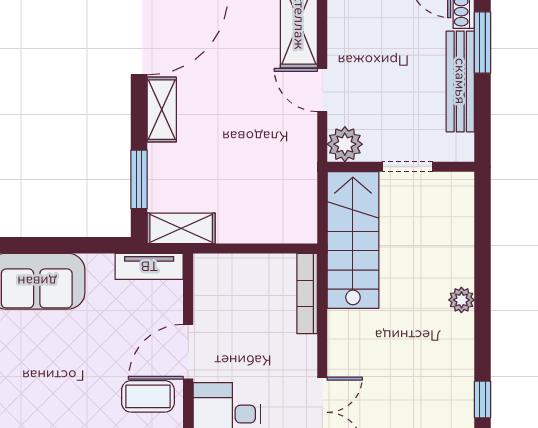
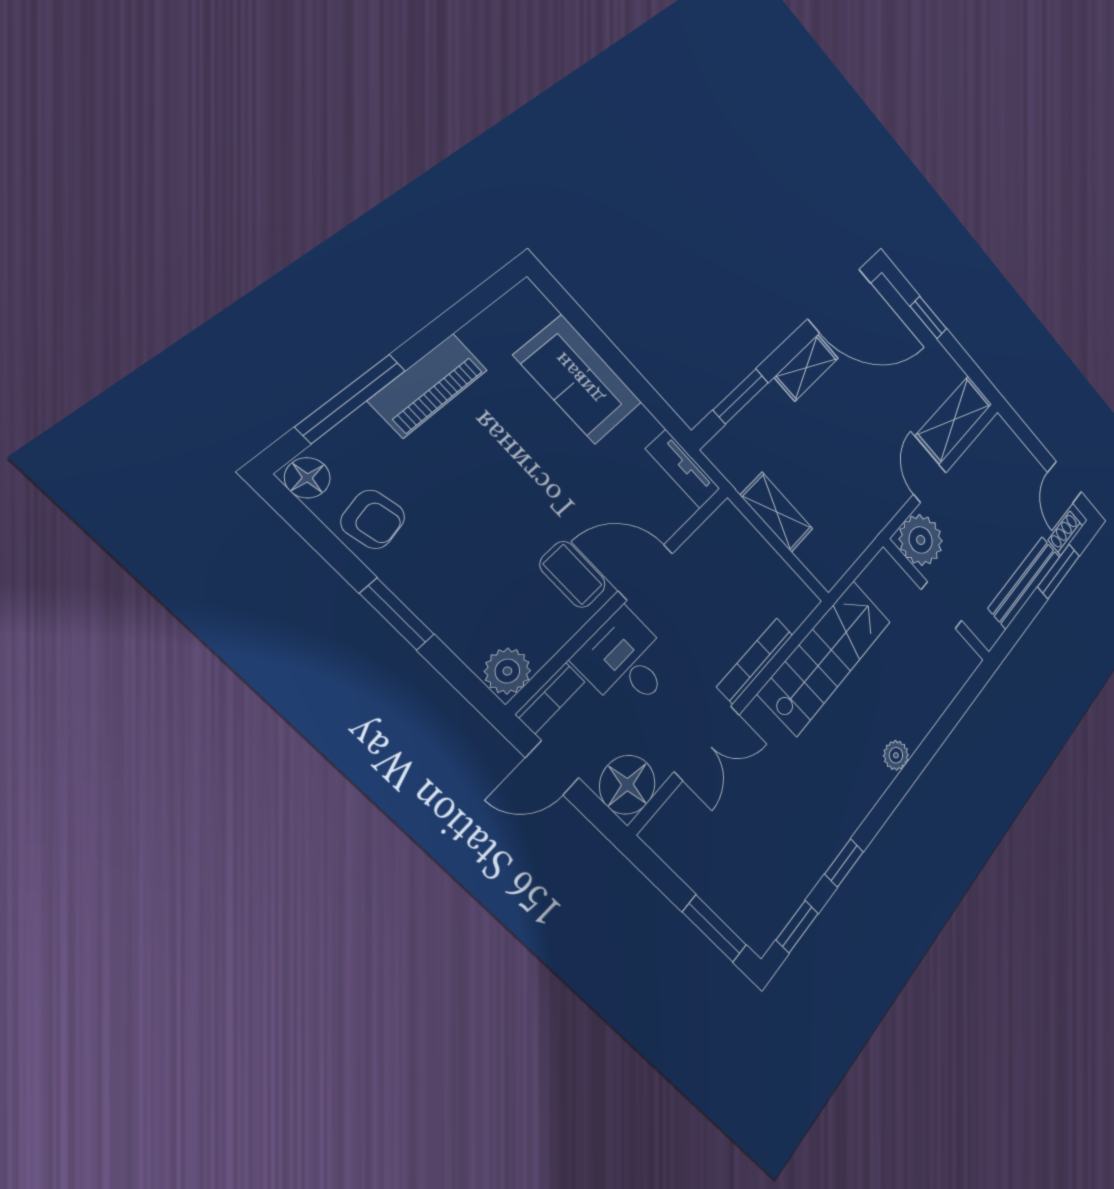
plant: (345, 144) -> (921, 540), width x1.36, depth x1.36
shelving: (181, 228) -> (777, 512), moved
stairs: (353, 240) -> (826, 657), moved
bookcase: (307, 293) -> (755, 661), moved

